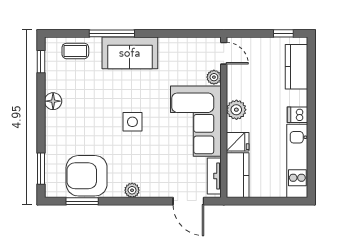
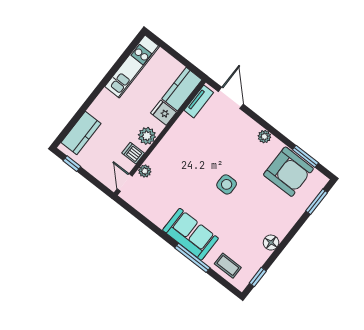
dishwasher: (298, 115) -> (133, 153), moved, turned 180
corner sofa: (196, 121) -> (182, 150), removed

